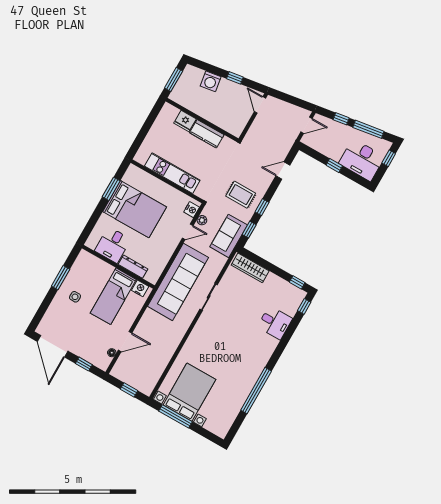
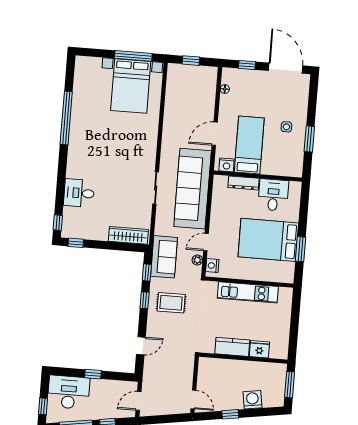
door: (125, 342) -> (215, 134), moved

